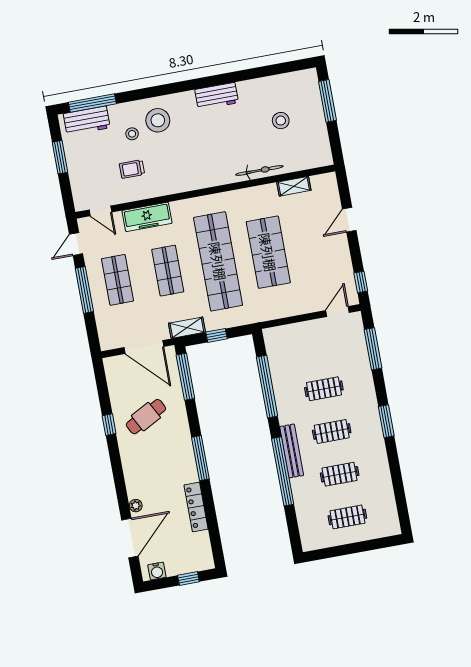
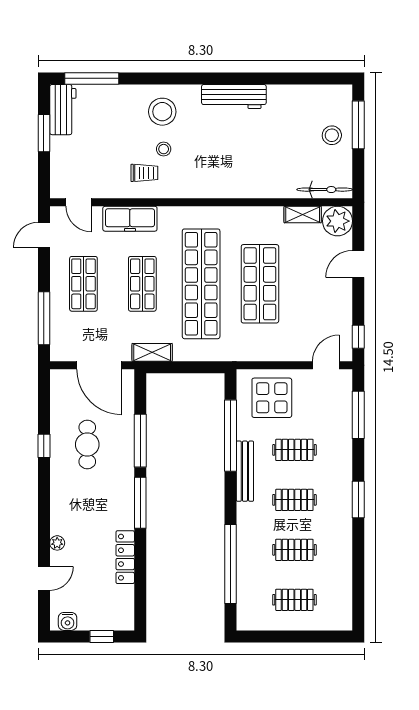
workbench: (217, 96) -> (234, 96), width x1.38
workbench: (87, 121) -> (63, 110), moved, turned -90
stool: (281, 121) -> (332, 135), moved
stool: (132, 134) -> (164, 149), moved
trolley: (132, 169) -> (144, 173), moved, turned 180
bicycle: (259, 170) -> (325, 190), moved
plant: (325, 186) -> (337, 221), added
window: (84, 290) -> (44, 318), moved
window: (216, 335) -> (184, 367), removed
display table: (296, 348) -> (272, 398), added
window: (185, 377) -> (140, 441), moved
cafe table: (146, 417) -> (87, 444), turned -62
bench: (292, 451) -> (245, 471), moved
window: (283, 471) -> (231, 564), moved
door: (130, 538) -> (44, 578), width x0.53

